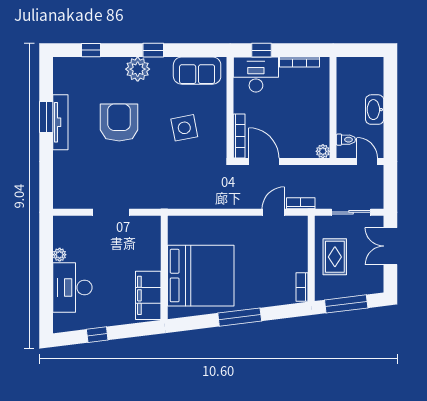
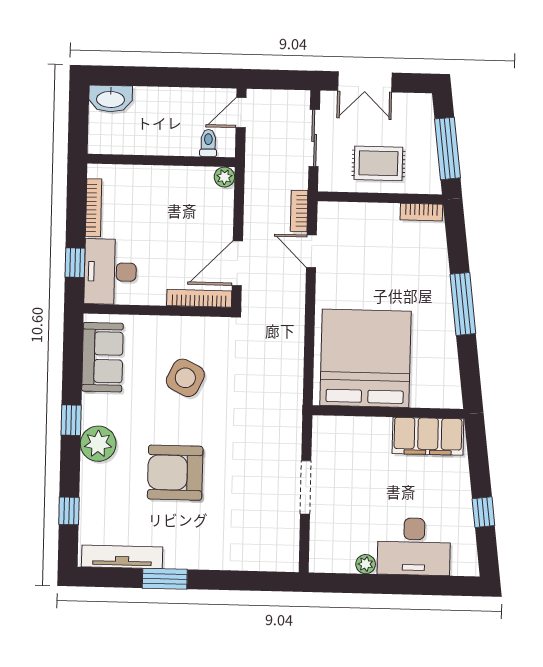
washbasin: (375, 110) -> (111, 99), moved
tv unit: (60, 122) -> (122, 557), moved
side table: (184, 128) -> (185, 378), turned 37
bed: (201, 276) -> (366, 358), moved

